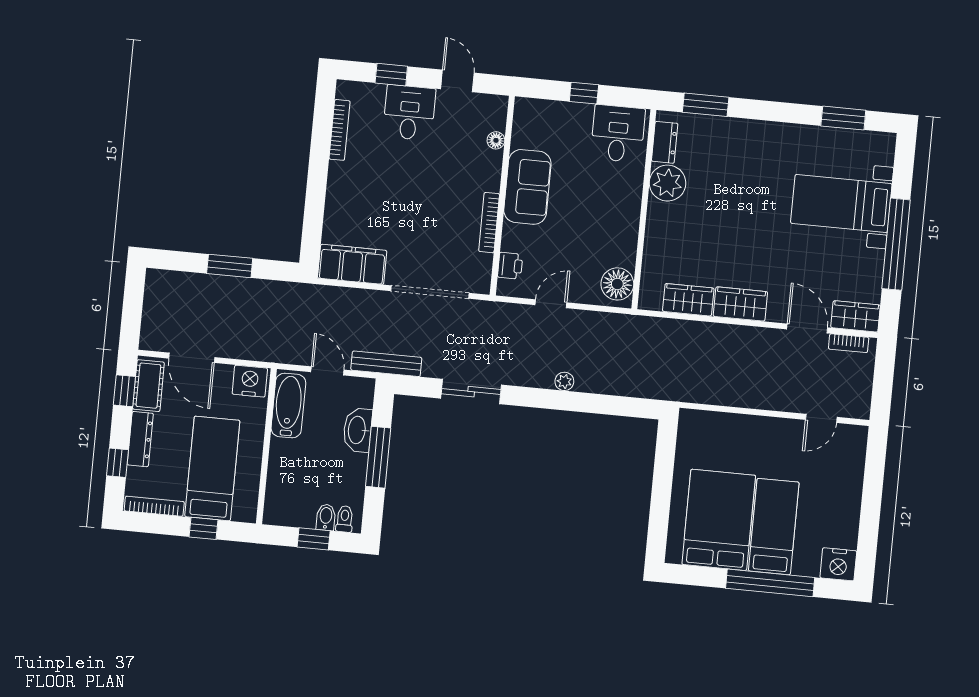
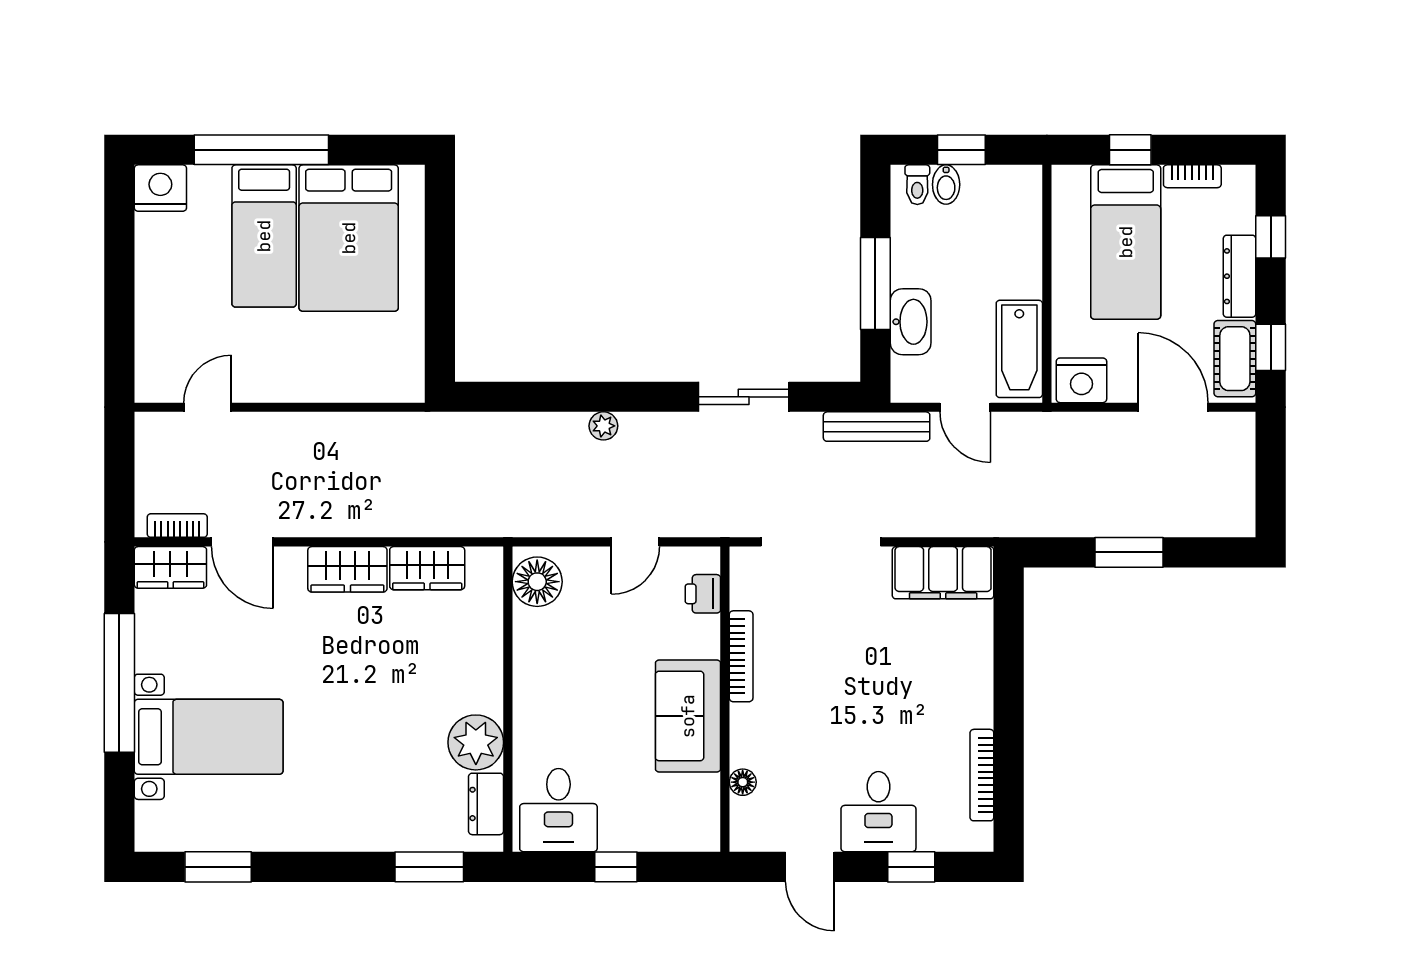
bookcase: (154, 506) -> (1192, 176), width x0.64

